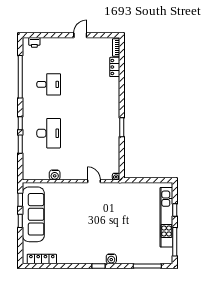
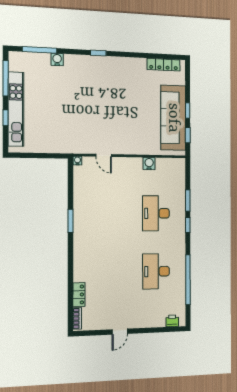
desk: (49, 84) -> (156, 271), width x1.37
water cooler: (111, 259) -> (57, 60), moved

